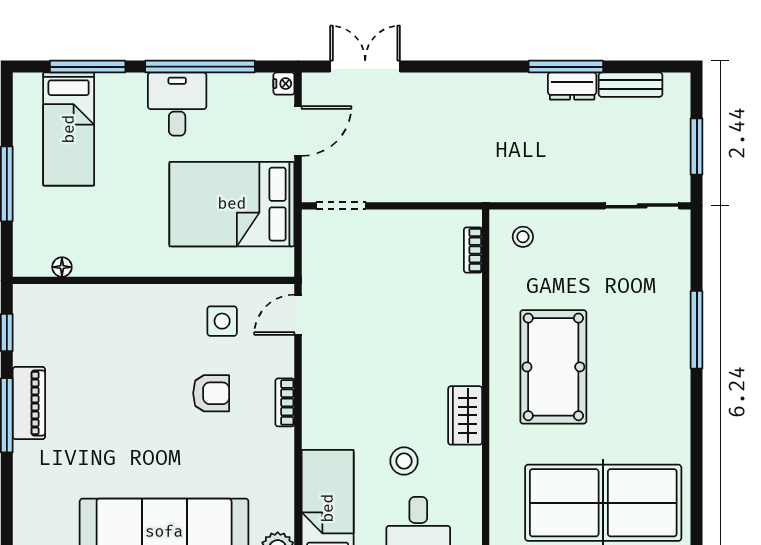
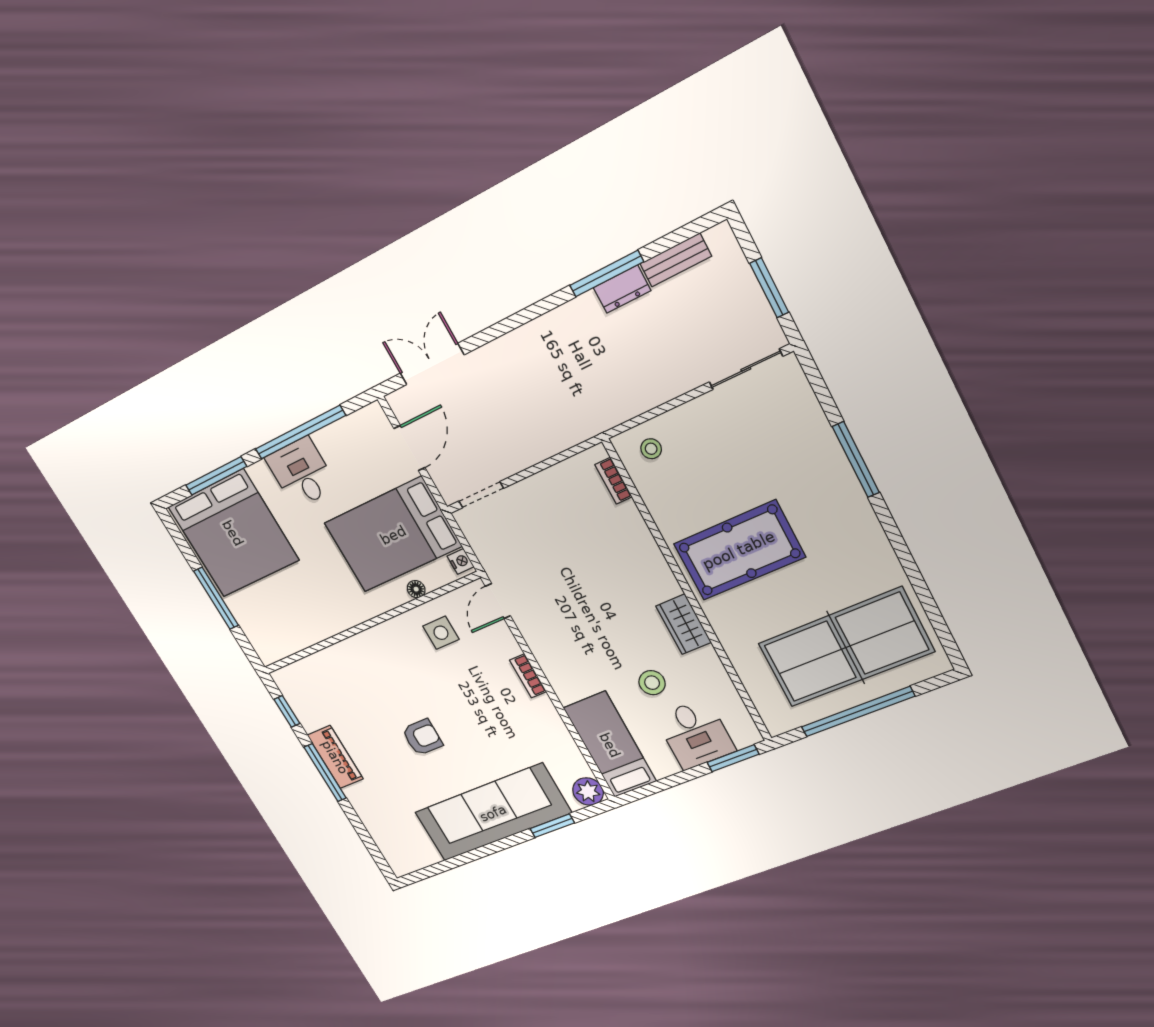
nightstand: (284, 84) -> (461, 561), moved
bed: (69, 129) -> (233, 533), width x2.04
floor lamp: (62, 267) -> (416, 589), moved
pool table: (553, 367) -> (739, 550), turned 90
armchair: (211, 393) -> (422, 737), moved

